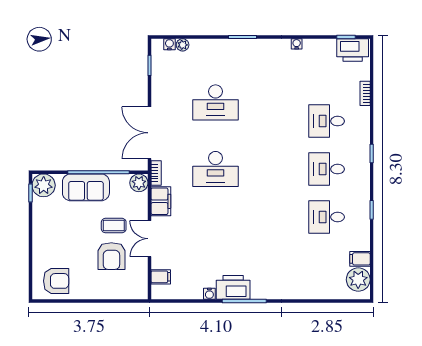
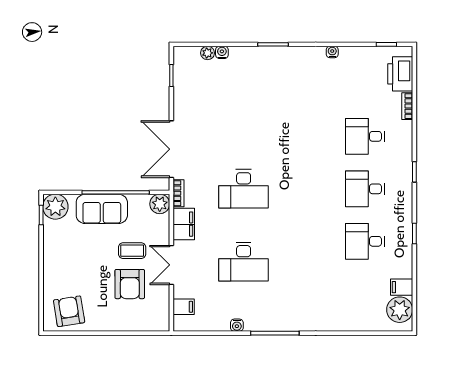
water cooler: (169, 44) -> (222, 52), moved
printer: (353, 50) -> (400, 74), moved, turned 90
desk: (216, 102) -> (244, 262), moved
armchair: (56, 281) -> (69, 311), turned -99
printer: (233, 287) -> (263, 318), removed

